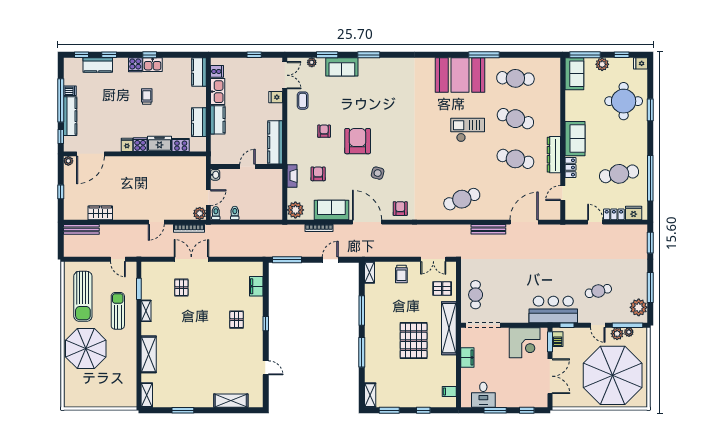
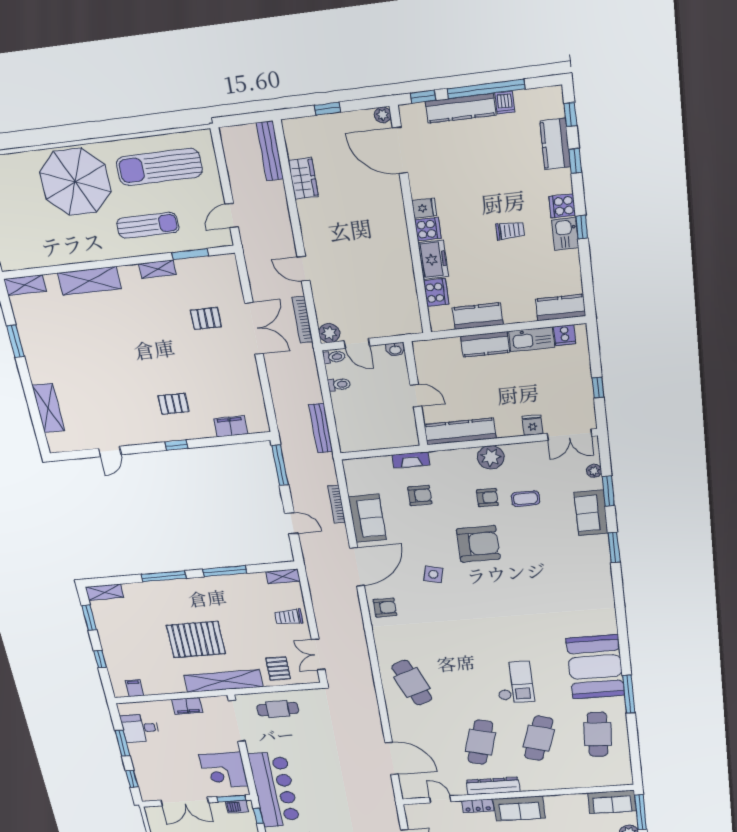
coffee table: (303, 101) -> (525, 499), moved
plant: (295, 210) -> (491, 457), moved
bench: (488, 229) -> (321, 428), moved
bar counter: (553, 309) -> (274, 790), width x1.36

